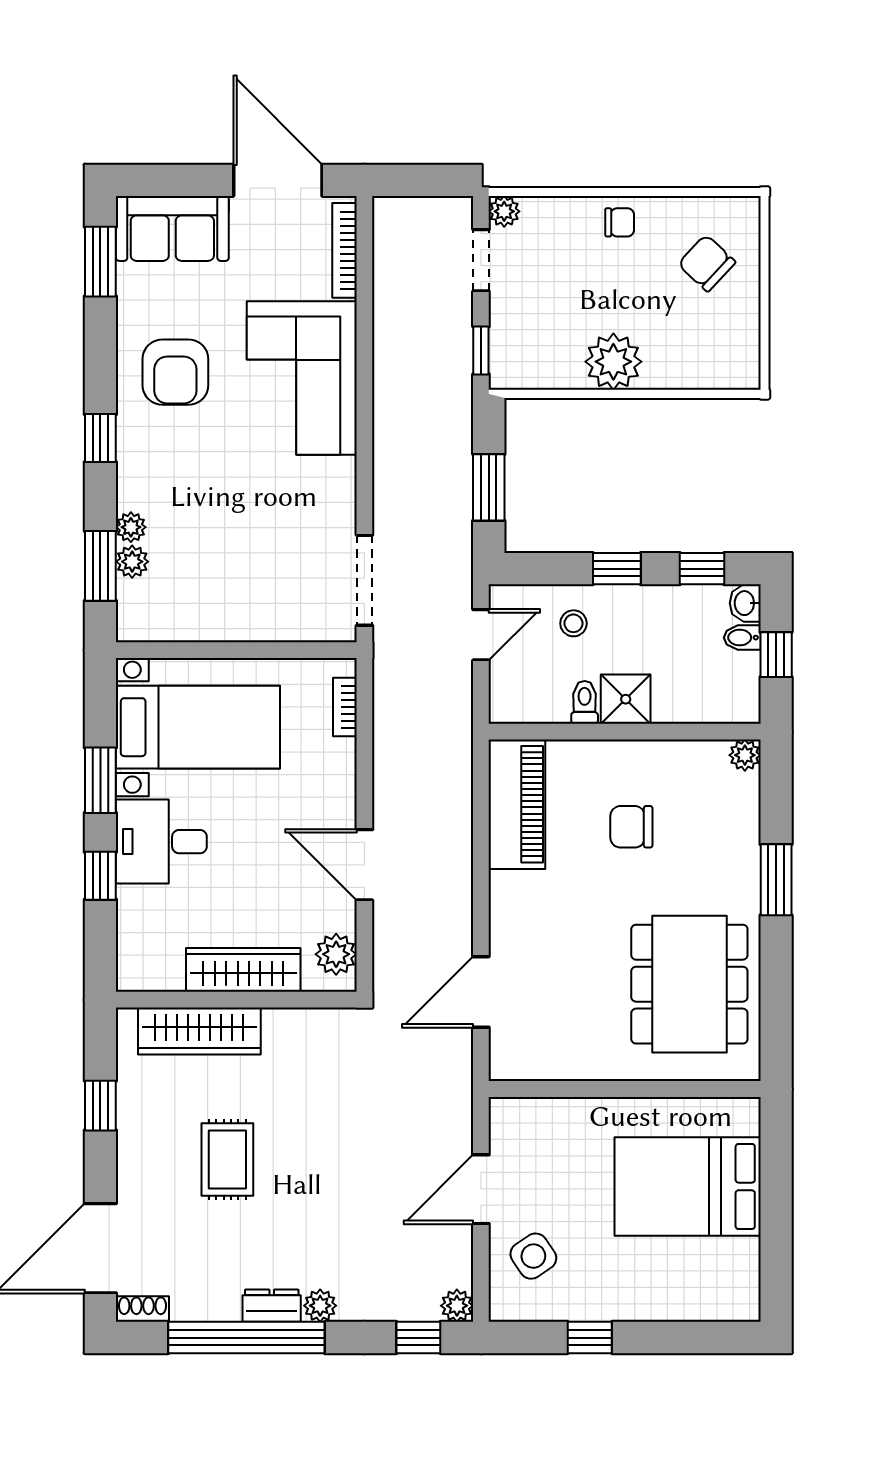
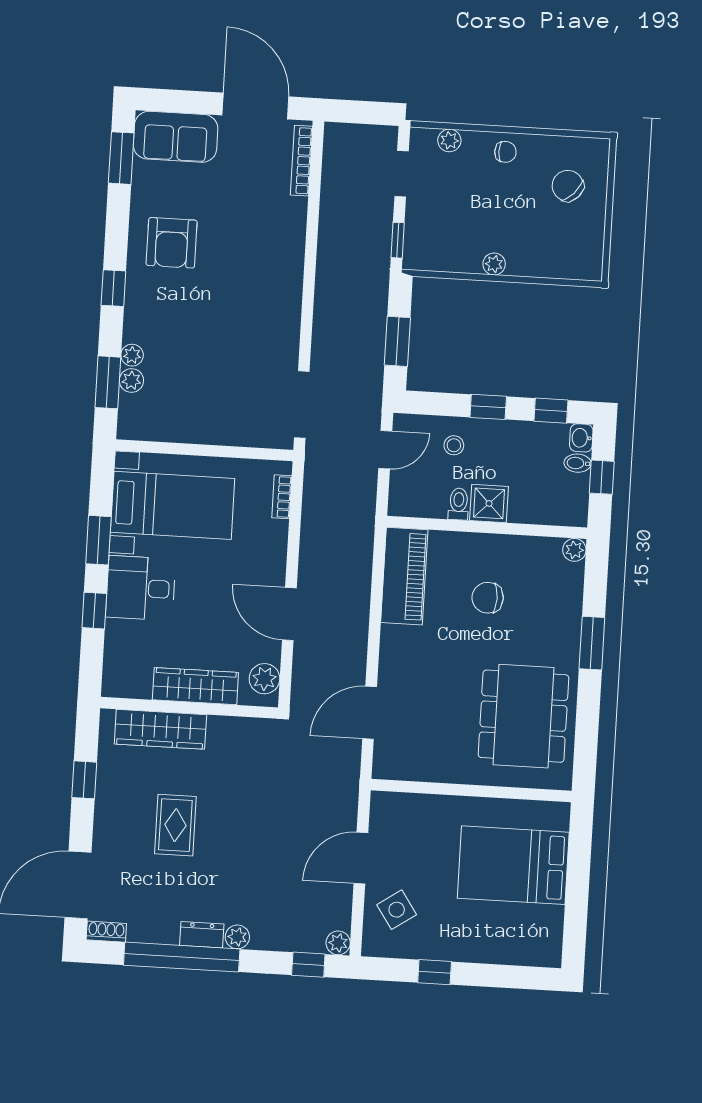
plant: (504, 211) -> (449, 140), moved
plant: (613, 362) -> (494, 264), width x0.53, depth x0.53
corner sofa: (302, 378) -> (264, 253), removed

